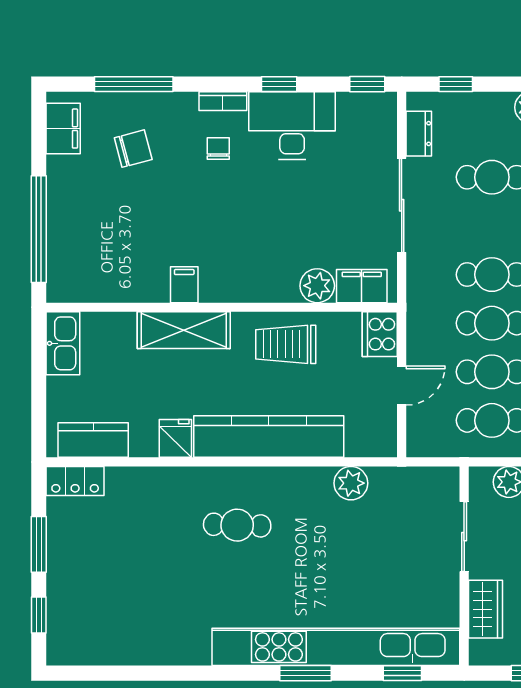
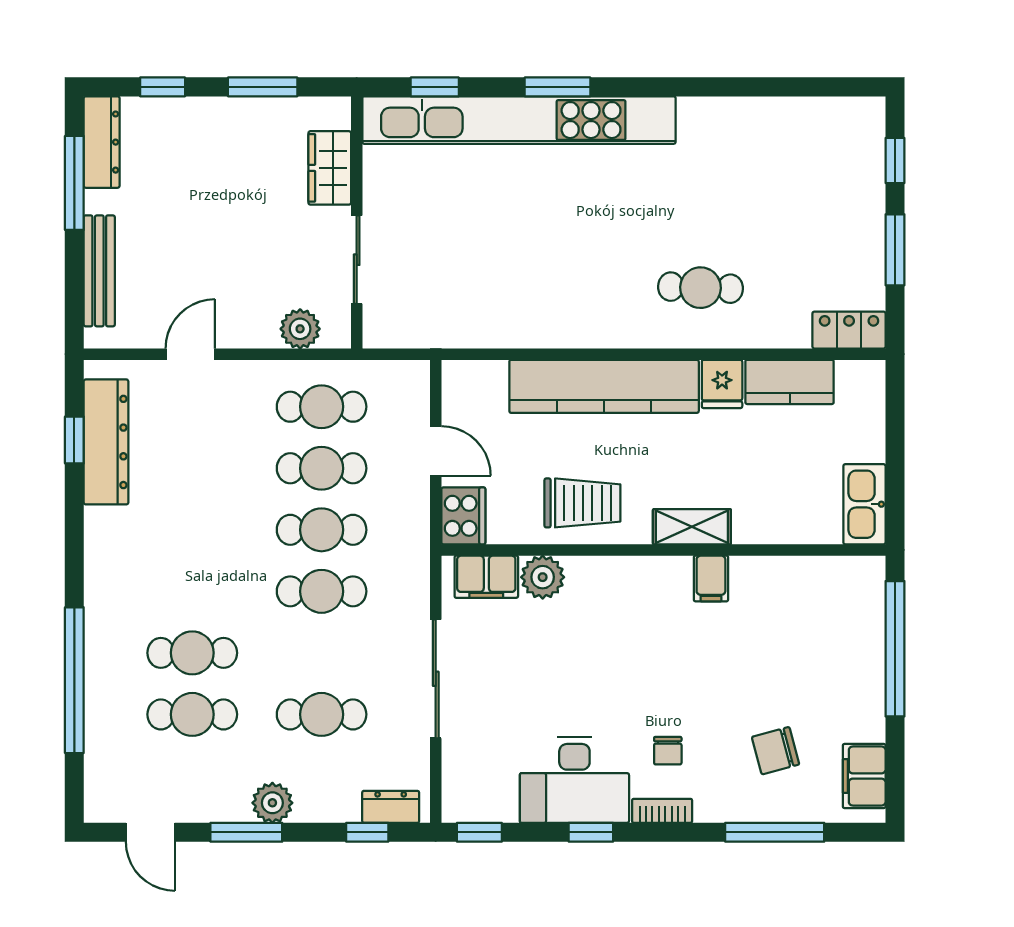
dresser: (419, 134) -> (391, 807), moved, turned 90
shelving: (184, 330) -> (692, 527), width x0.67, depth x0.75
door: (402, 386) -> (436, 451), swing flipped
kitchen counter: (93, 440) -> (790, 382), moved
plant: (351, 483) -> (500, 327), removed
cafe table: (237, 525) -> (701, 288), moved

